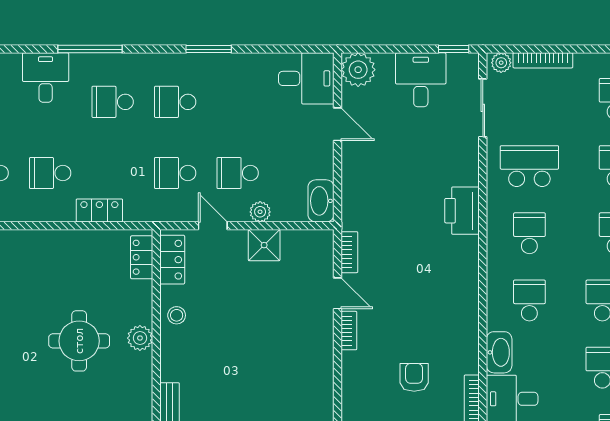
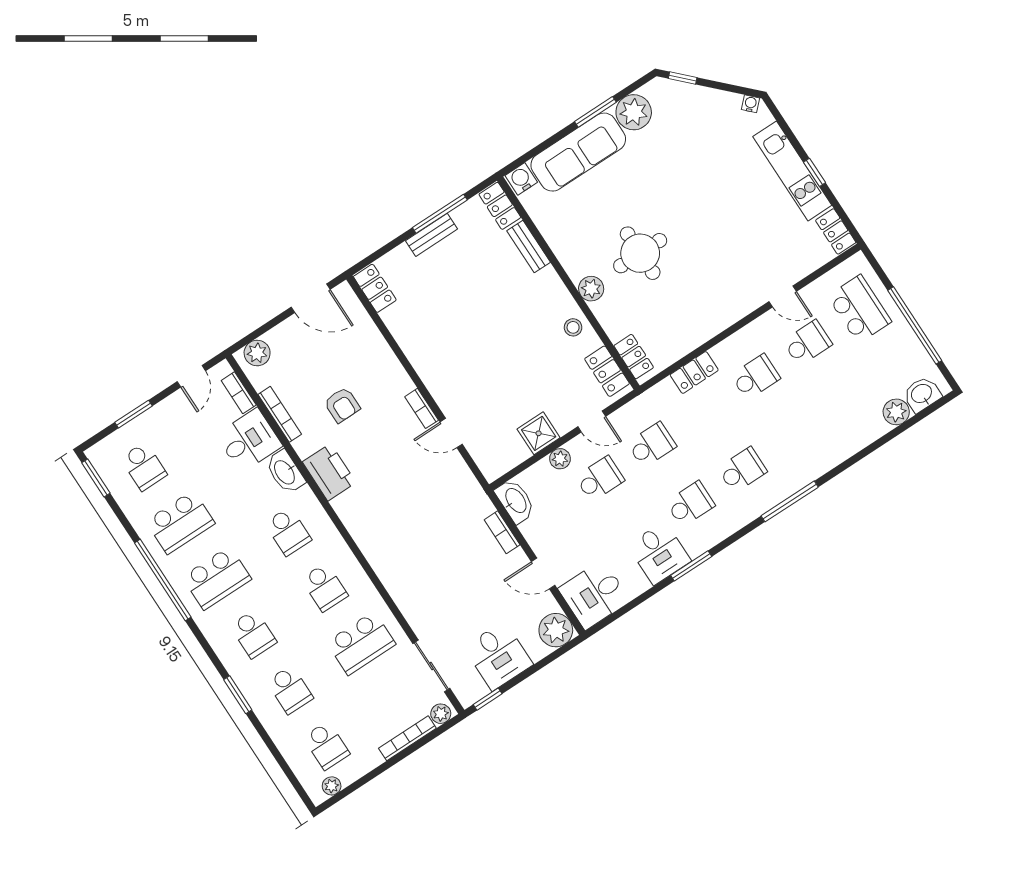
desk: (46, 78) -> (659, 553), moved
printer: (462, 211) -> (329, 472), moved
bookcase: (349, 252) -> (502, 532), moved

